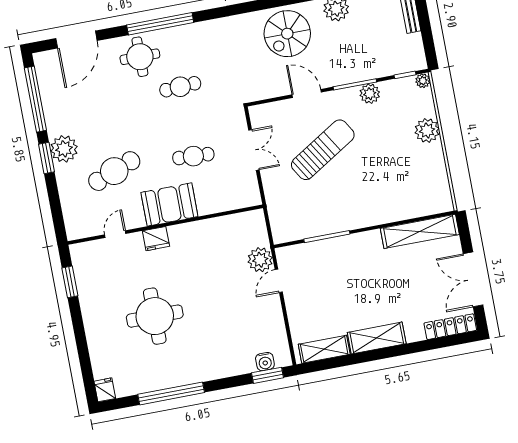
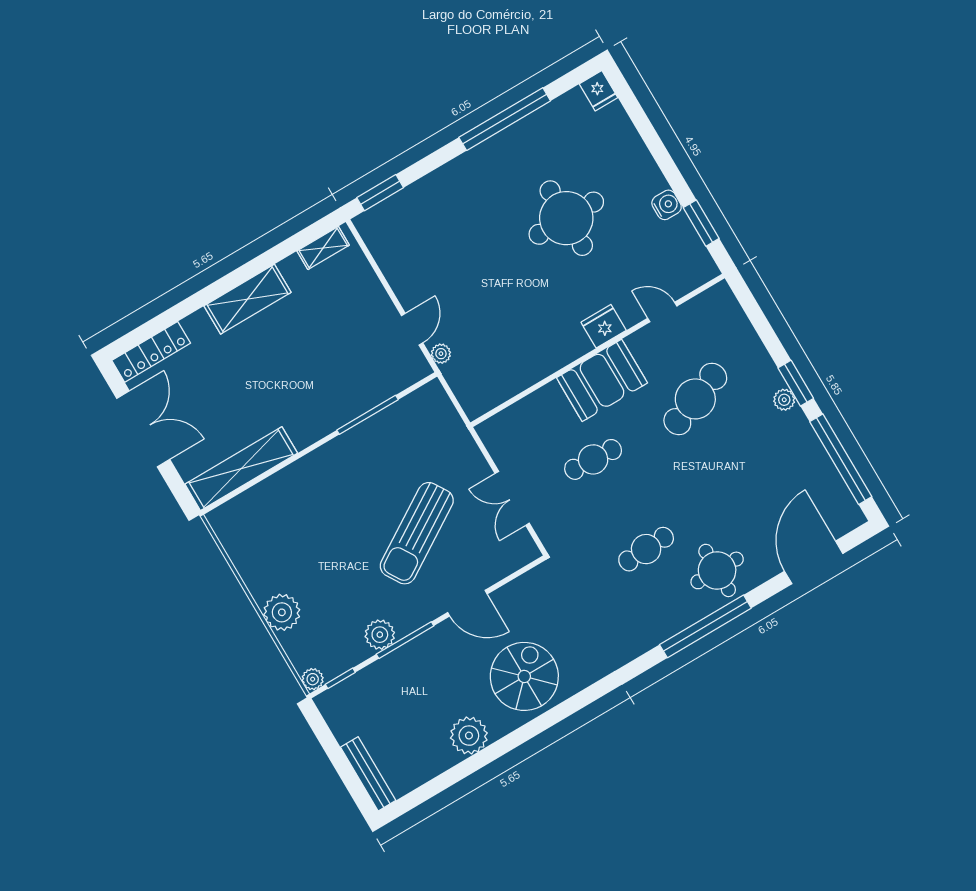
plant: (64, 149) -> (784, 400), width x0.53, depth x0.53
door: (115, 234) -> (662, 312), swing flipped
plant: (260, 260) -> (441, 354), width x0.53, depth x0.53
shelving: (324, 349) -> (323, 248), width x0.67, depth x0.75
water cooler: (265, 362) -> (667, 205), moved, turned 90

